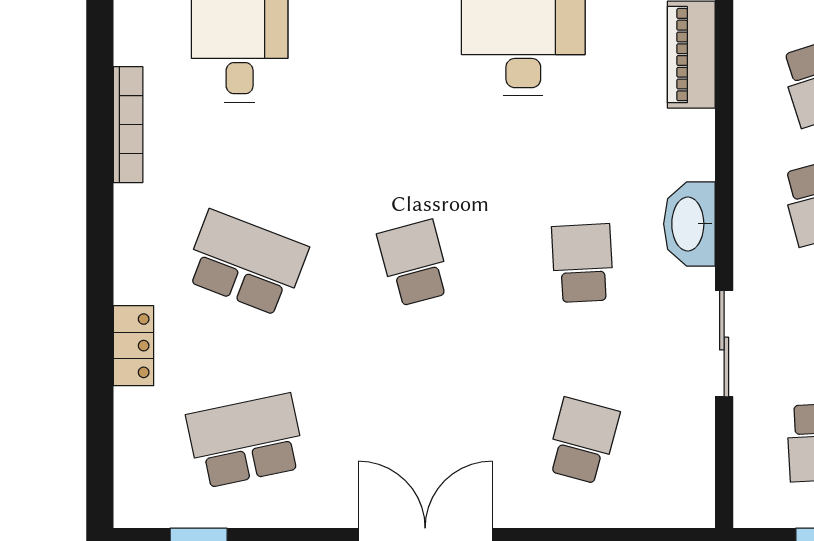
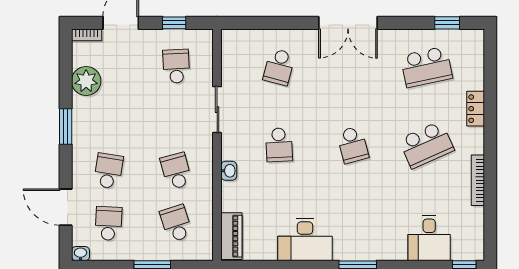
bookcase: (128, 125) -> (478, 180), moved
washbasin: (689, 224) -> (229, 171), width x0.52, depth x0.69
school desk: (246, 263) -> (426, 145), turned -45

